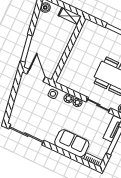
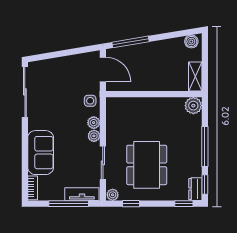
plant: (89, 26) -> (193, 106), added
door: (36, 76) -> (103, 70), hinge flipped

